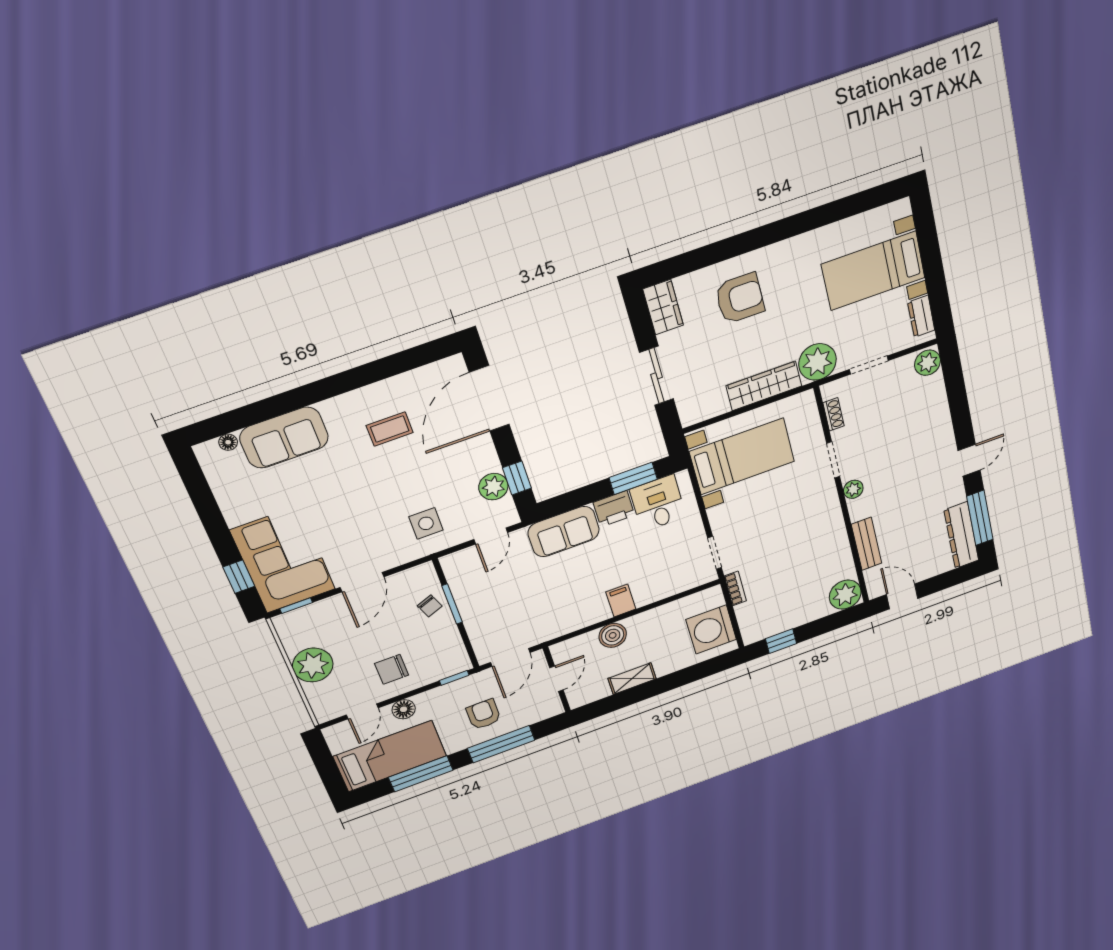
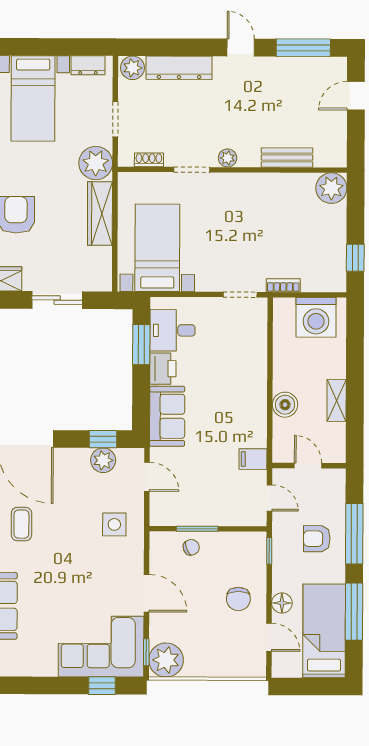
dresser: (961, 535) -> (179, 68), moved
door: (902, 596) -> (356, 96), moved
filing cabinet: (621, 601) -> (253, 459), moved
door: (510, 657) -> (269, 498), width x0.73
plant: (313, 665) -> (166, 660), moved

